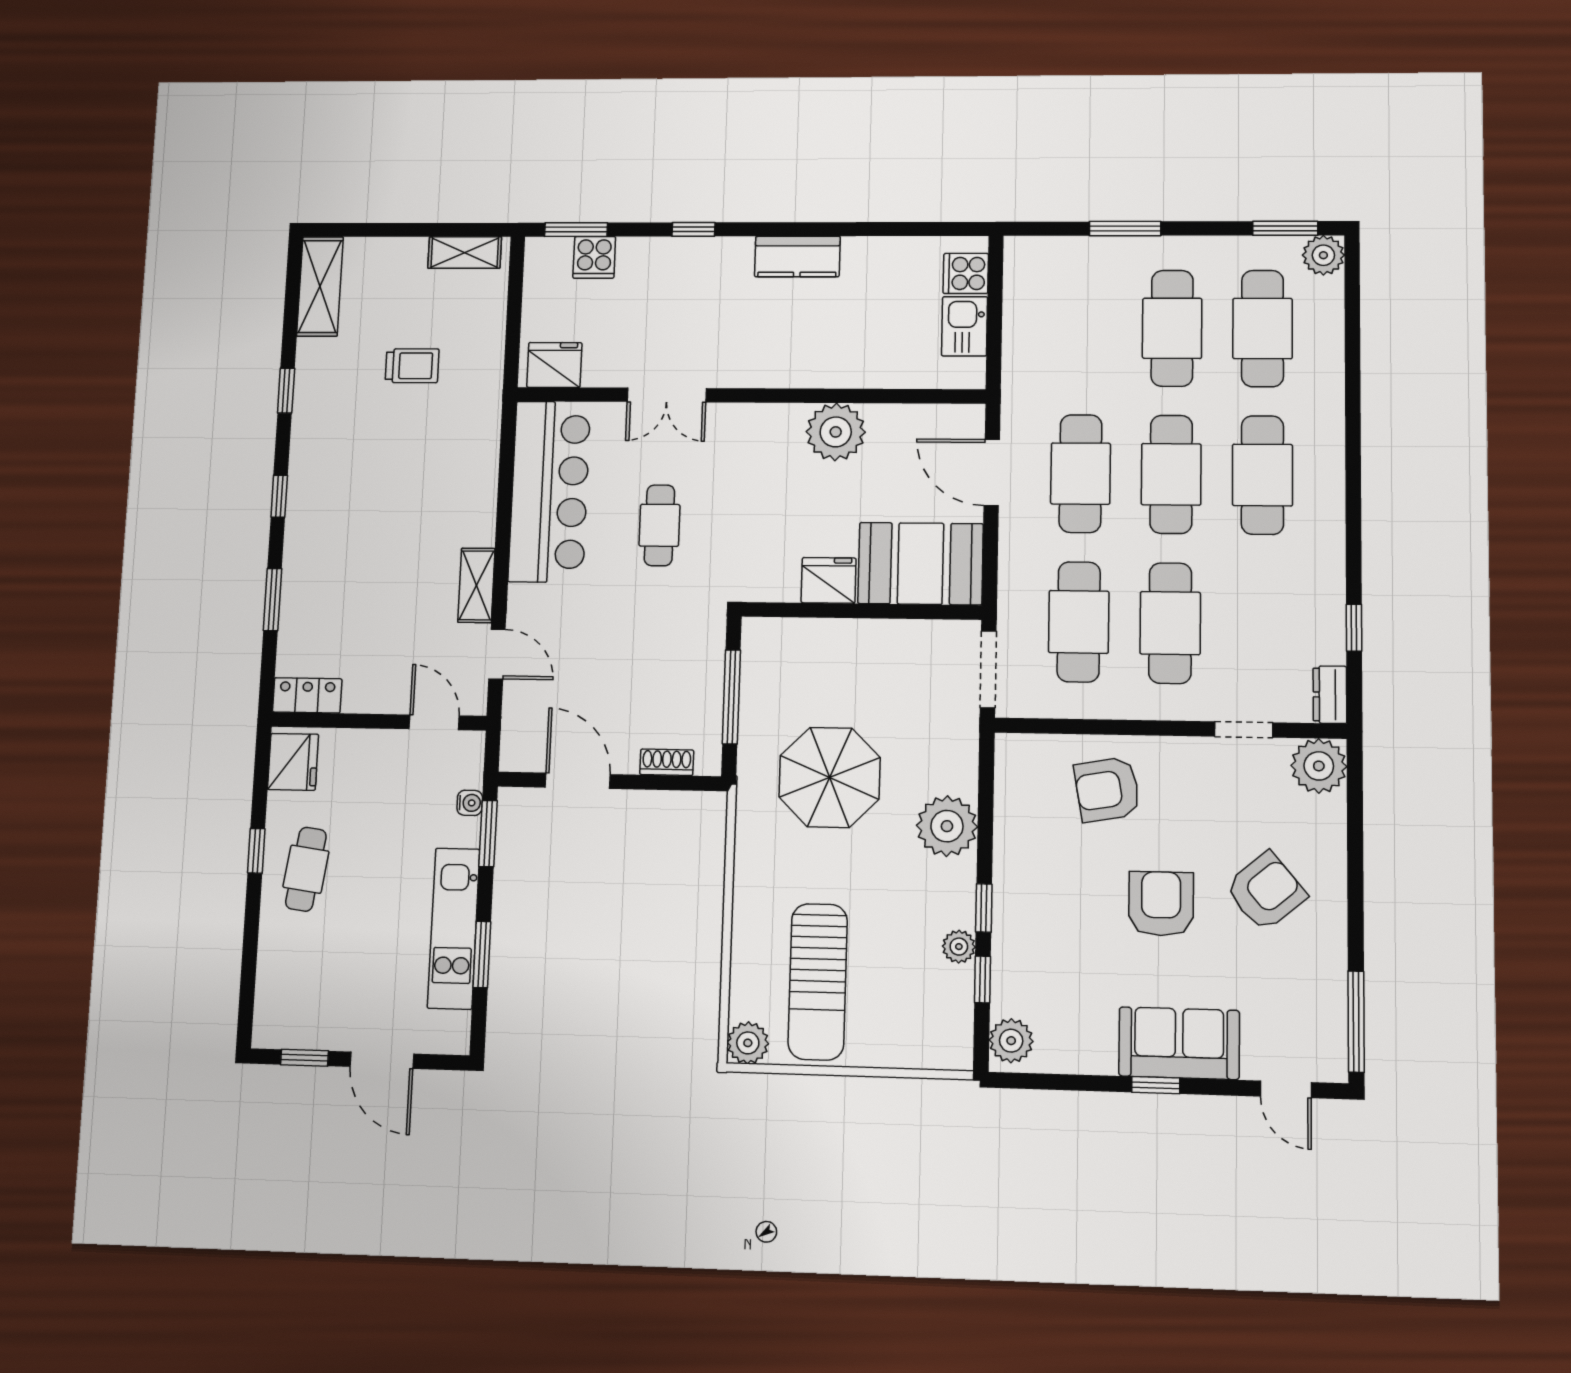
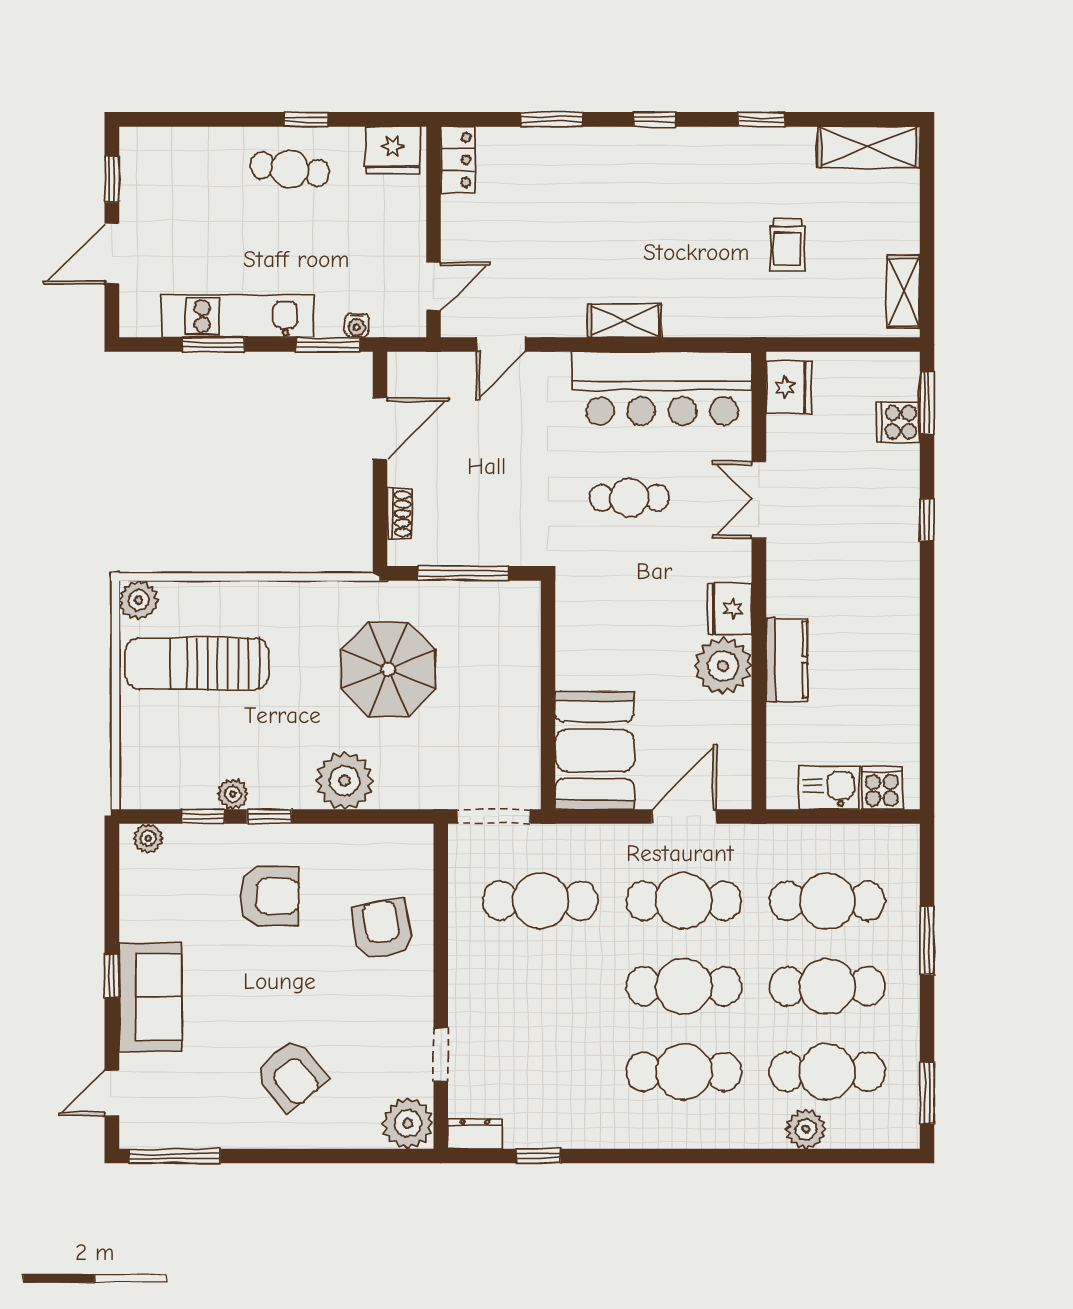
plant: (1323, 255) -> (806, 1129), moved
kitchen counter: (797, 257) -> (787, 659), moved, turned 180
fridge: (829, 580) -> (730, 609), moved, turned 180
shelving: (476, 585) -> (624, 321), moved
cafe table: (1170, 623) -> (827, 901), moved
armchair: (1161, 904) -> (269, 896), moved
plant: (1011, 1041) -> (148, 838), width x0.73, depth x0.73

